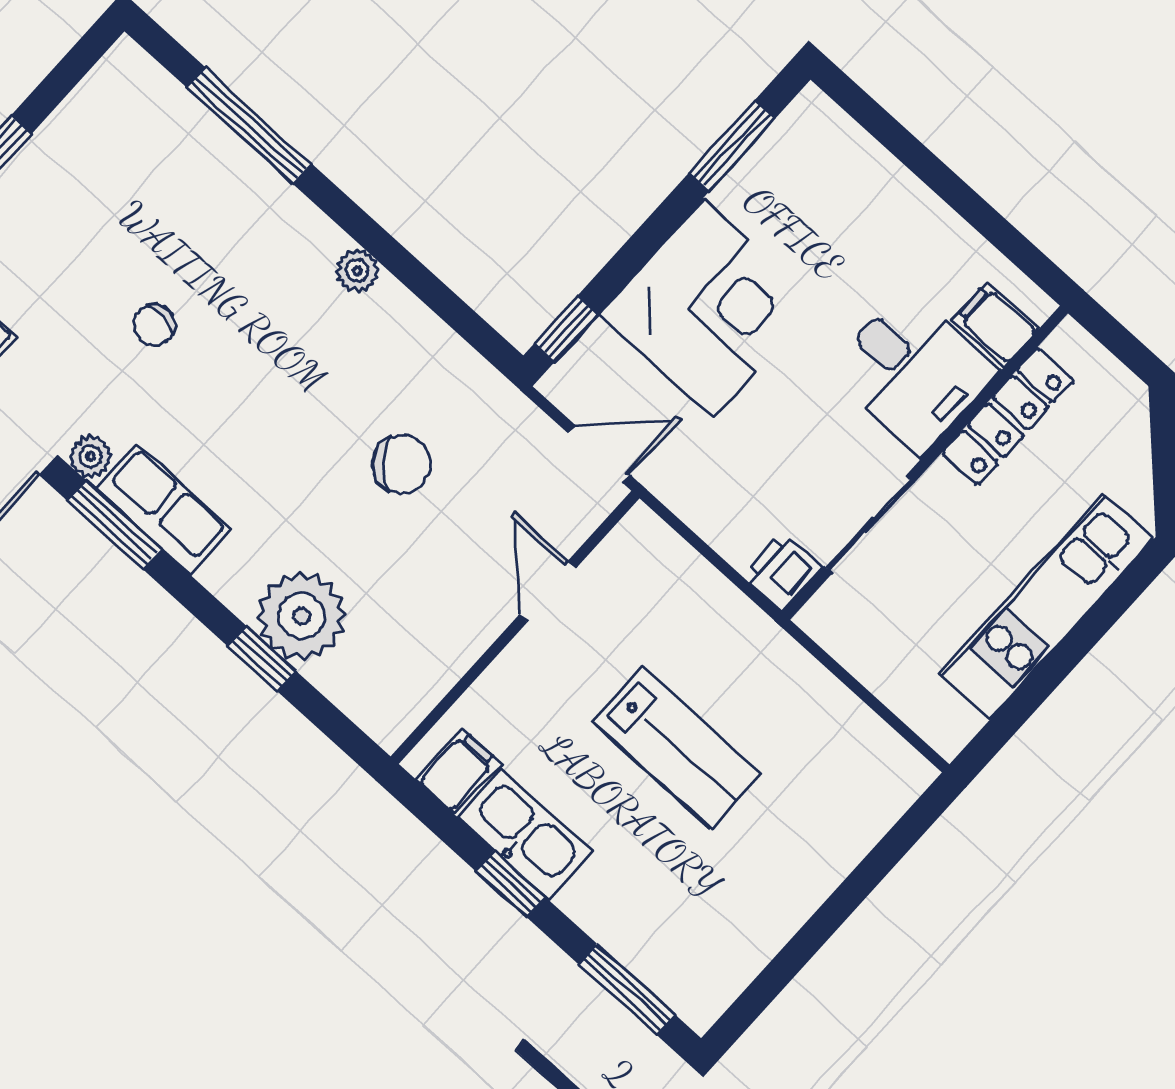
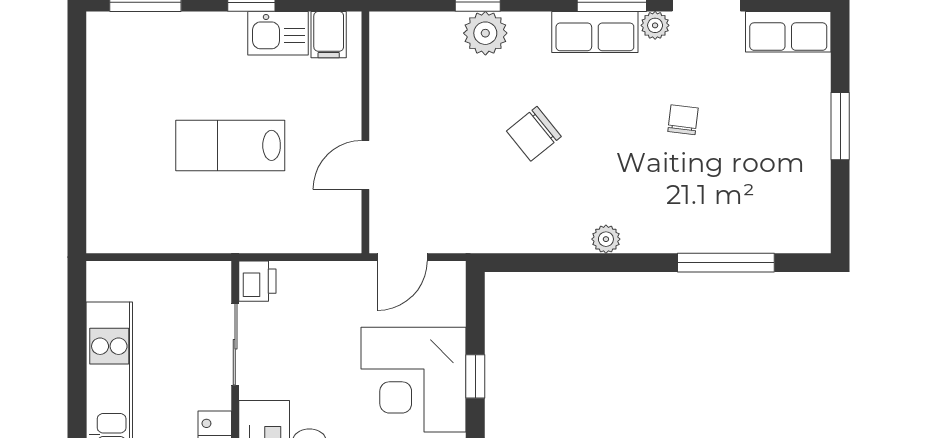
window: (566, 329) -> (475, 376), moved
chair: (402, 464) -> (534, 134), moved
door: (547, 592) -> (365, 165), swing flipped
plant: (301, 616) -> (485, 33), width x0.73, depth x0.73
kitchen sink: (525, 834) -> (278, 33), width x0.73

